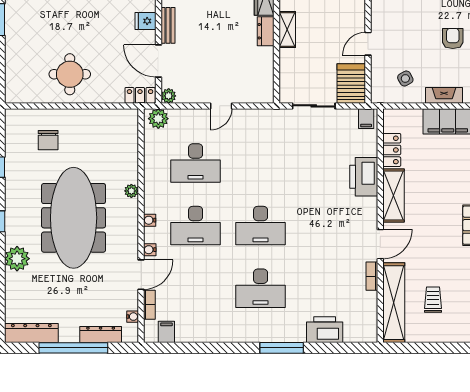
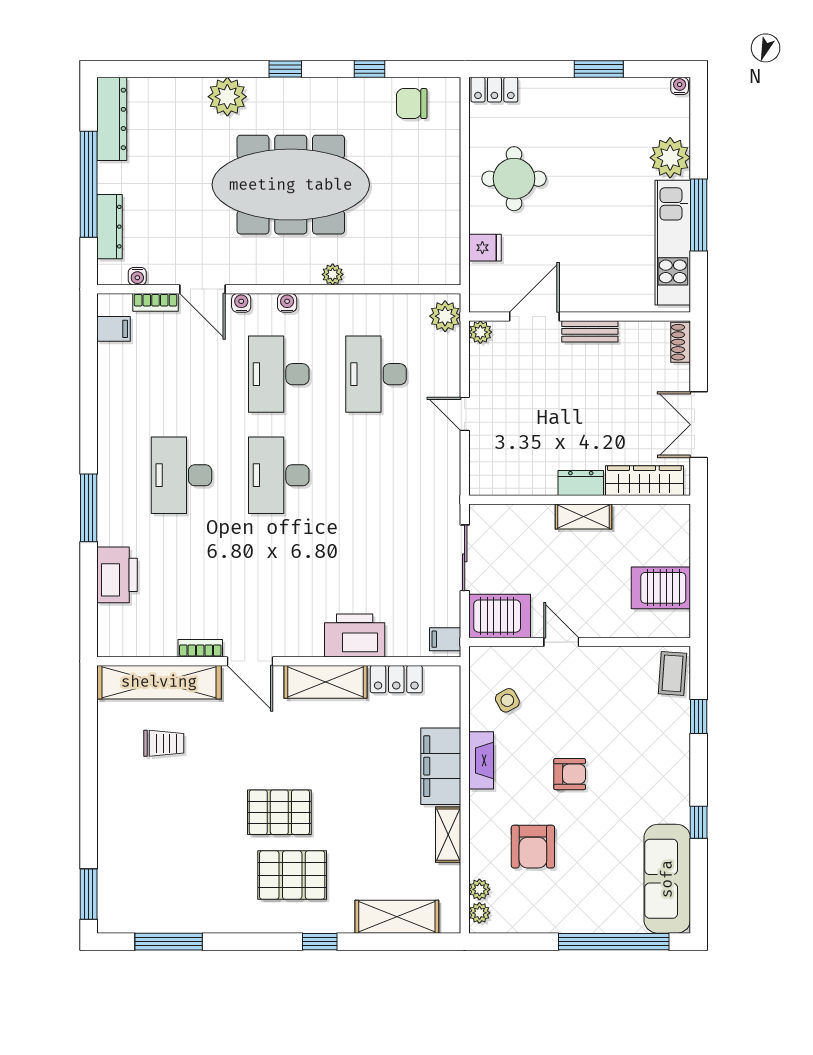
fridge: (145, 21) -> (485, 248), moved, turned 90
locker: (140, 95) -> (494, 90), moved, turned 90
chair: (48, 140) -> (412, 103), moved

